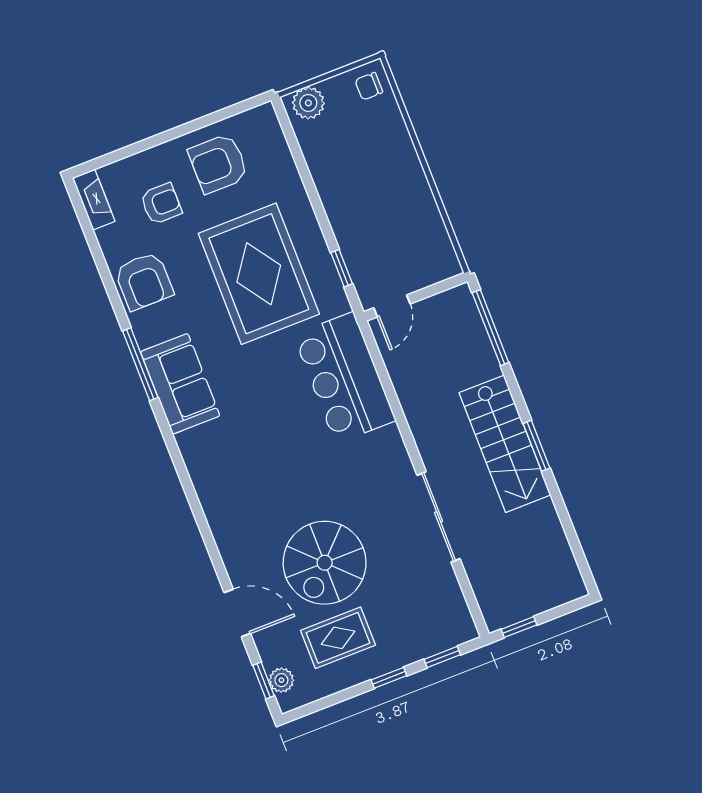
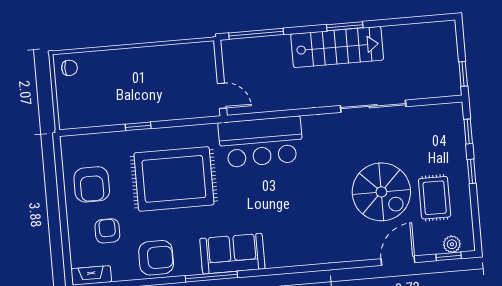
chair: (369, 86) -> (69, 68), turned -90
plant: (308, 103) -> (69, 112), removed
window: (342, 268) -> (138, 126), moved

